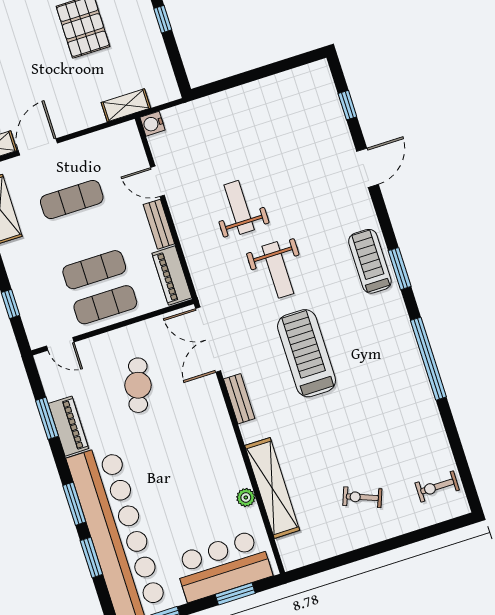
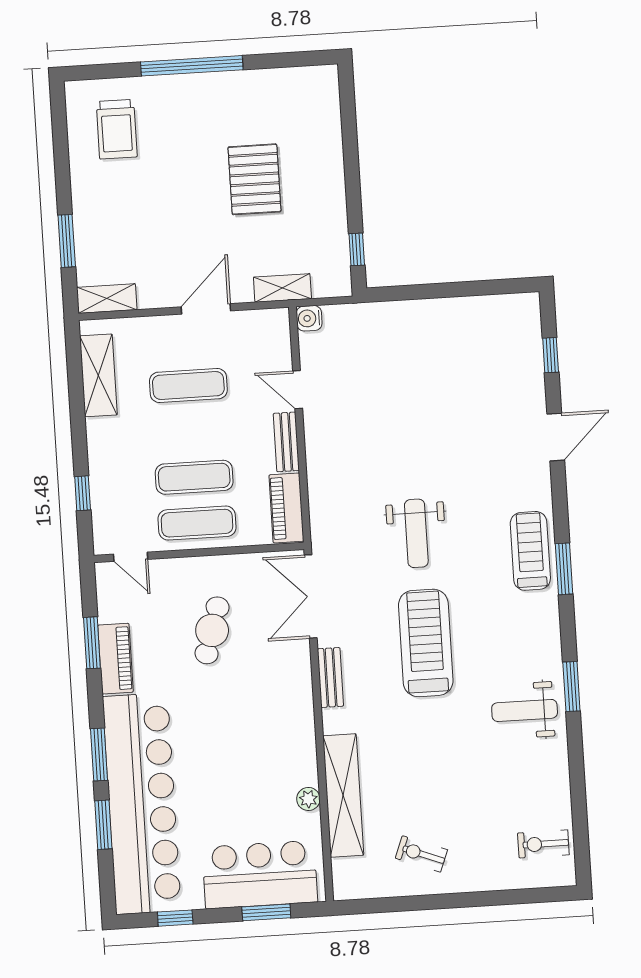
window: (163, 19) -> (357, 249), moved
door: (38, 147) -> (206, 309), moved
weight bench: (239, 207) -> (525, 710), moved, turned -90
window: (428, 359) -> (571, 687), width x0.47
exercise bike: (362, 497) -> (421, 854), moved

